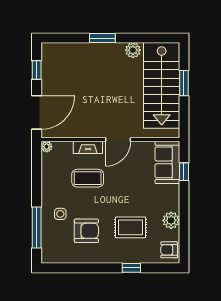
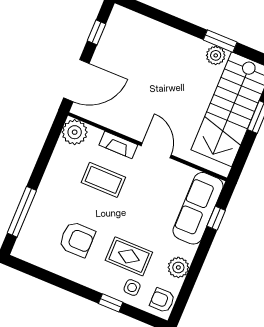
window: (102, 38) -> (220, 41), moved
door: (118, 140) -> (156, 150), swing flipped
plant: (47, 147) -> (75, 132), width x1.87, depth x1.87
sofa: (167, 162) -> (198, 208), width x1.36
side table: (60, 214) -> (132, 288), moved

